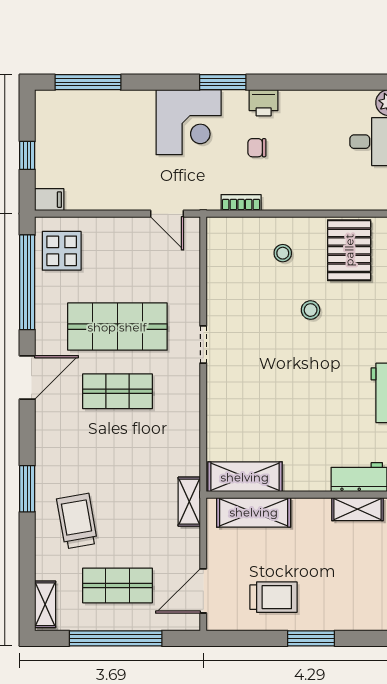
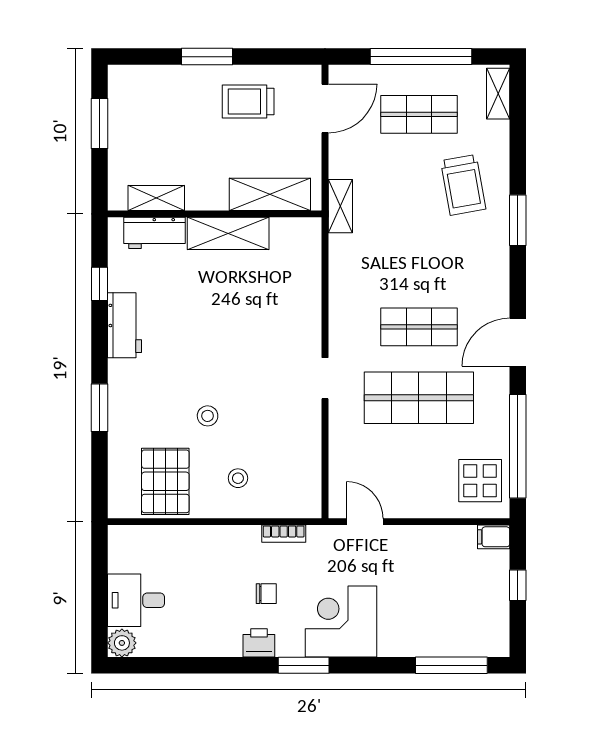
shelving: (245, 477) -> (228, 233), moved

